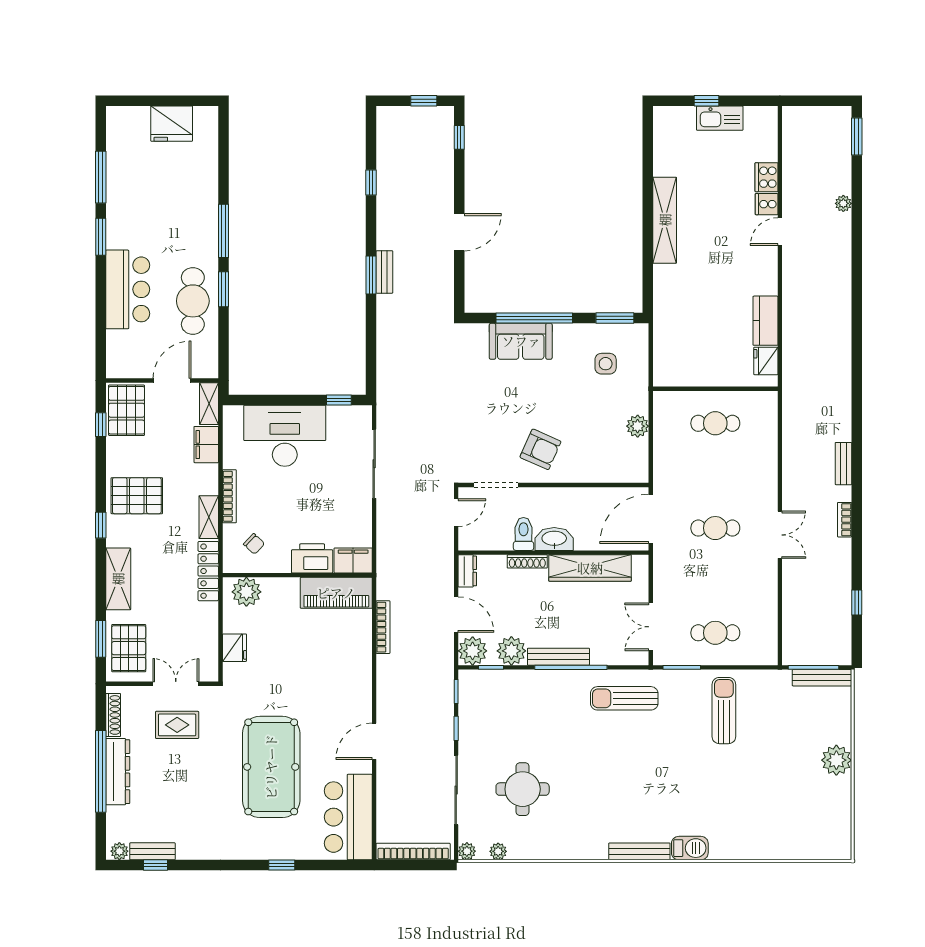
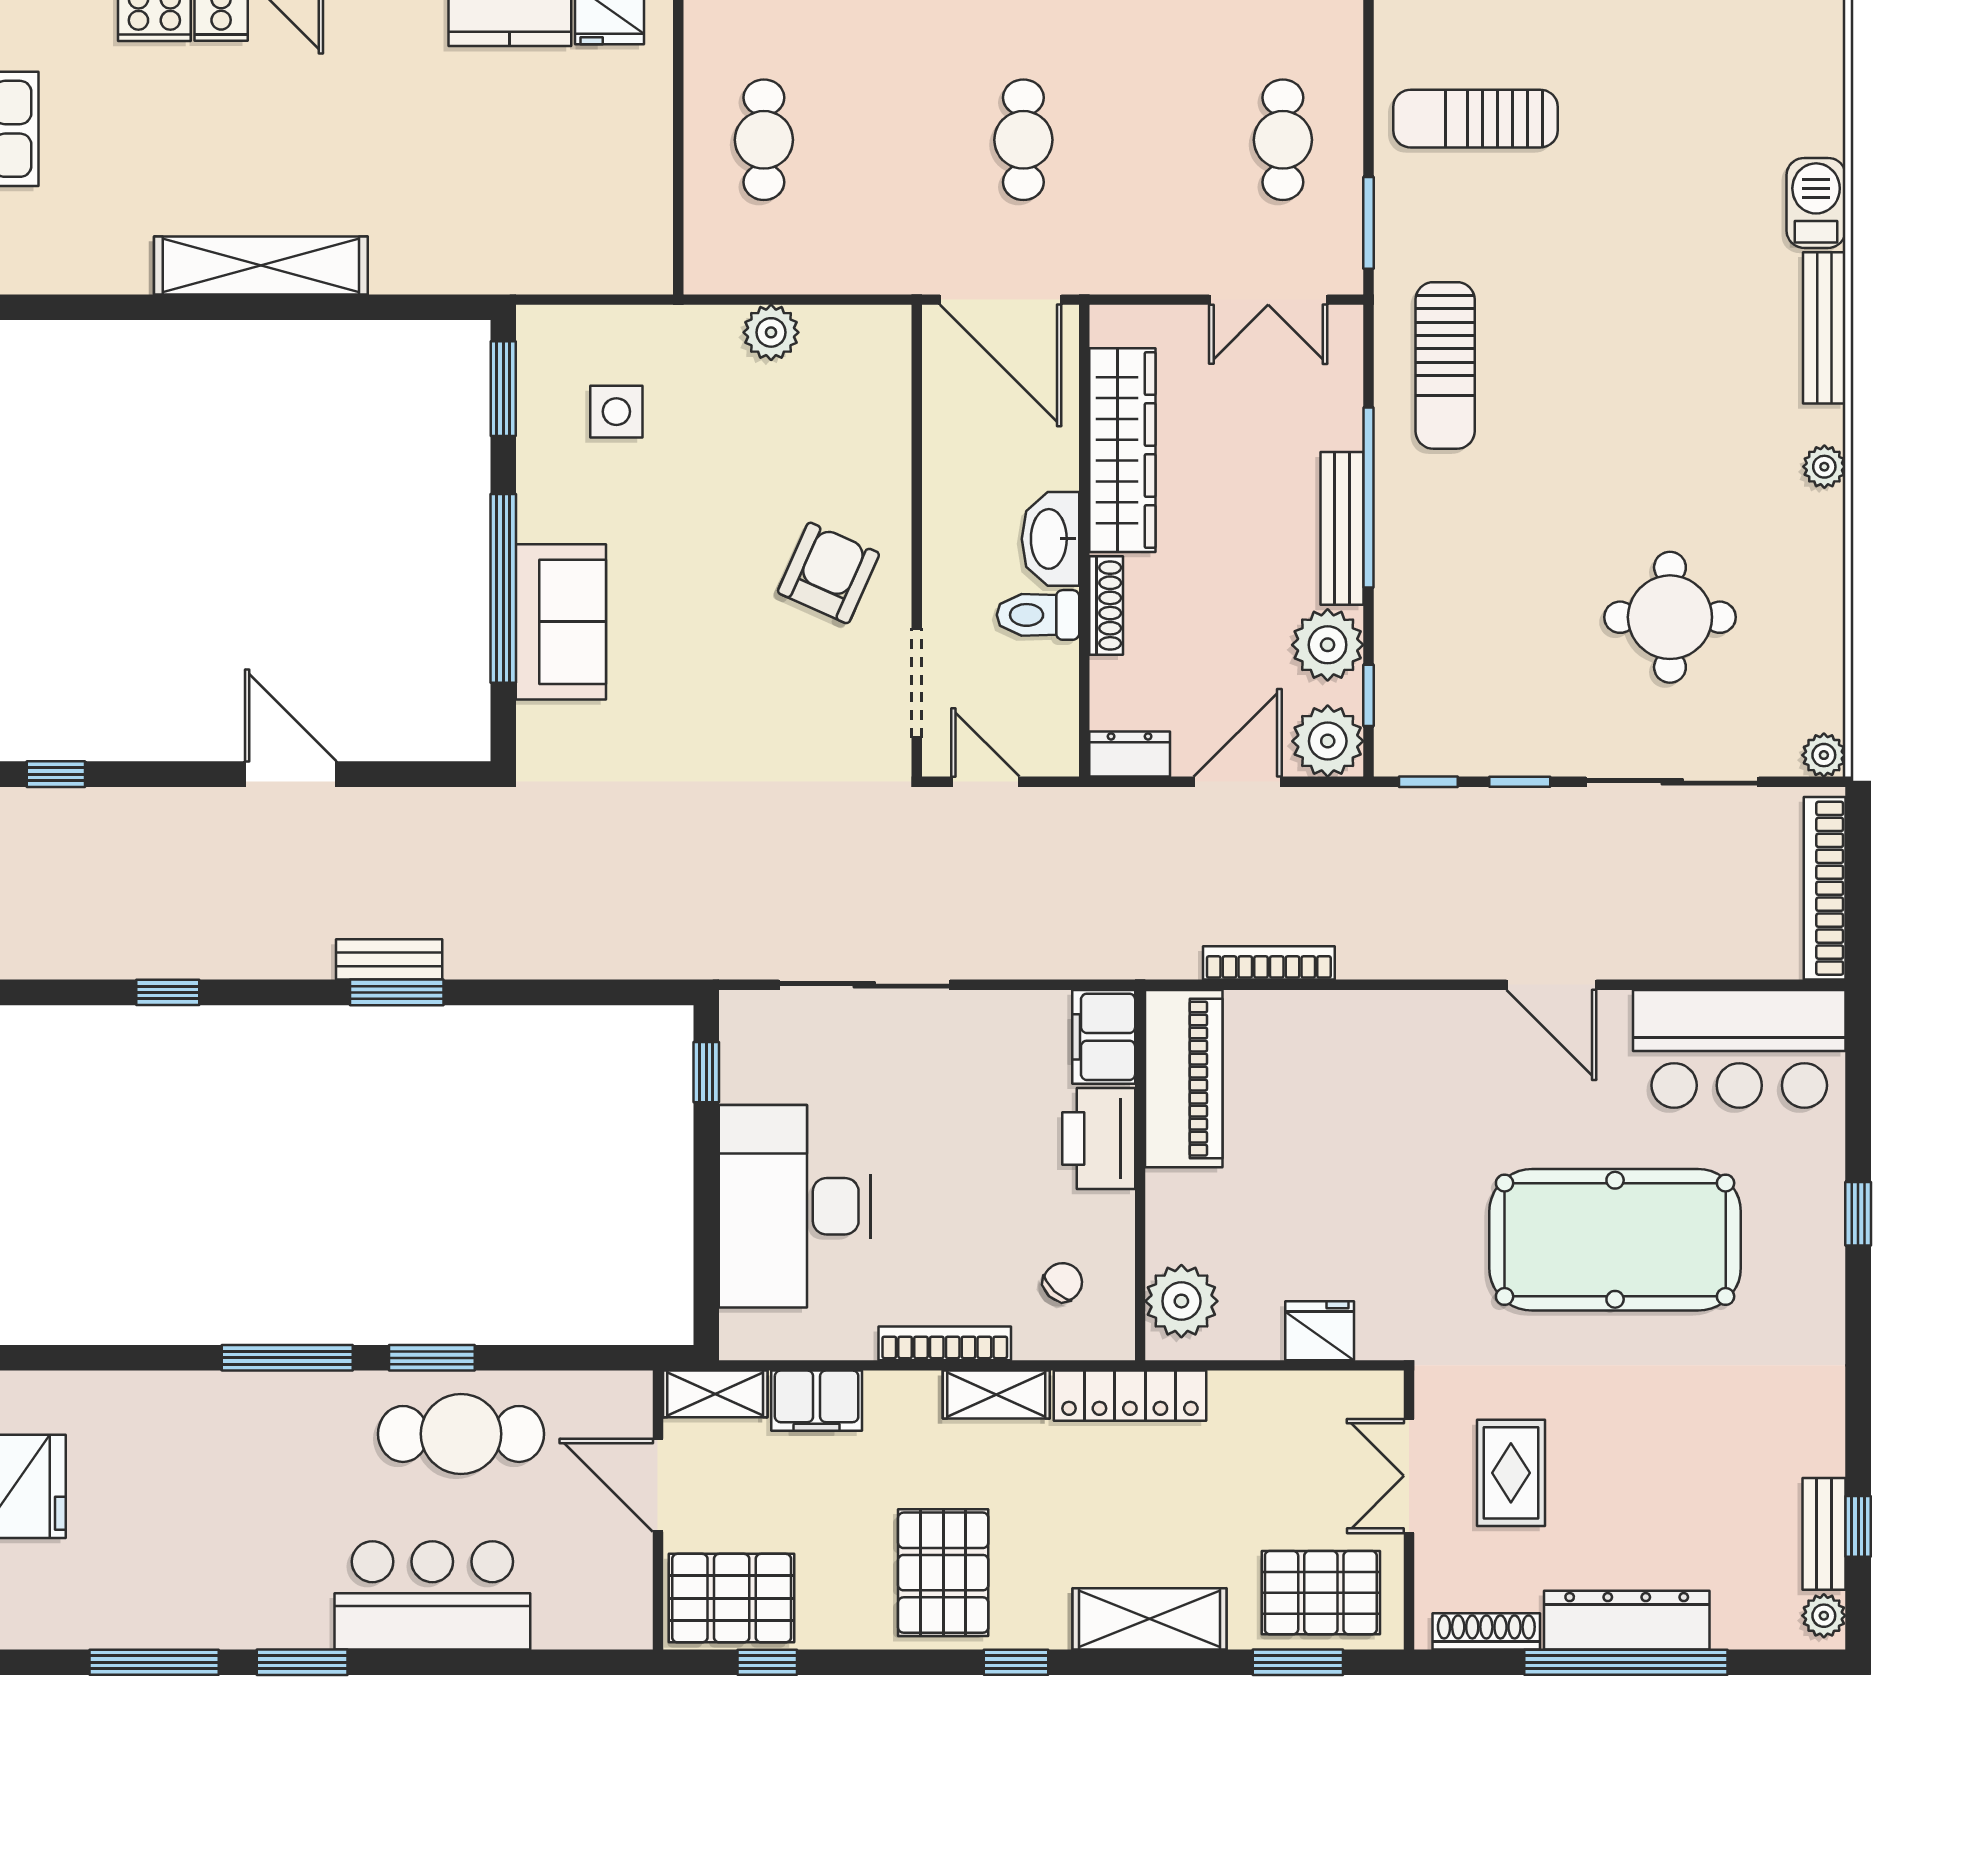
plant: (498, 851) -> (1824, 467), moved

